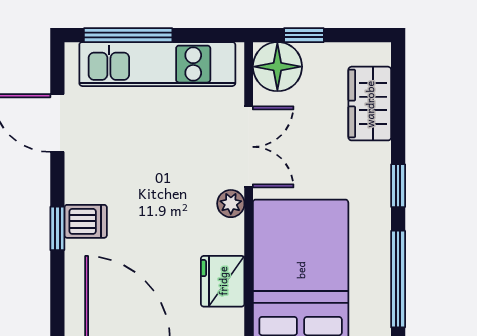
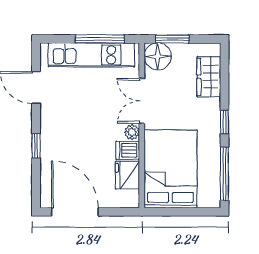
window: (128, 35) -> (100, 39), moved
window: (304, 35) -> (172, 39), width x1.50
double door: (249, 147) -> (142, 101), swing flipped
dishwasher: (86, 221) -> (128, 150), moved, turned 180

